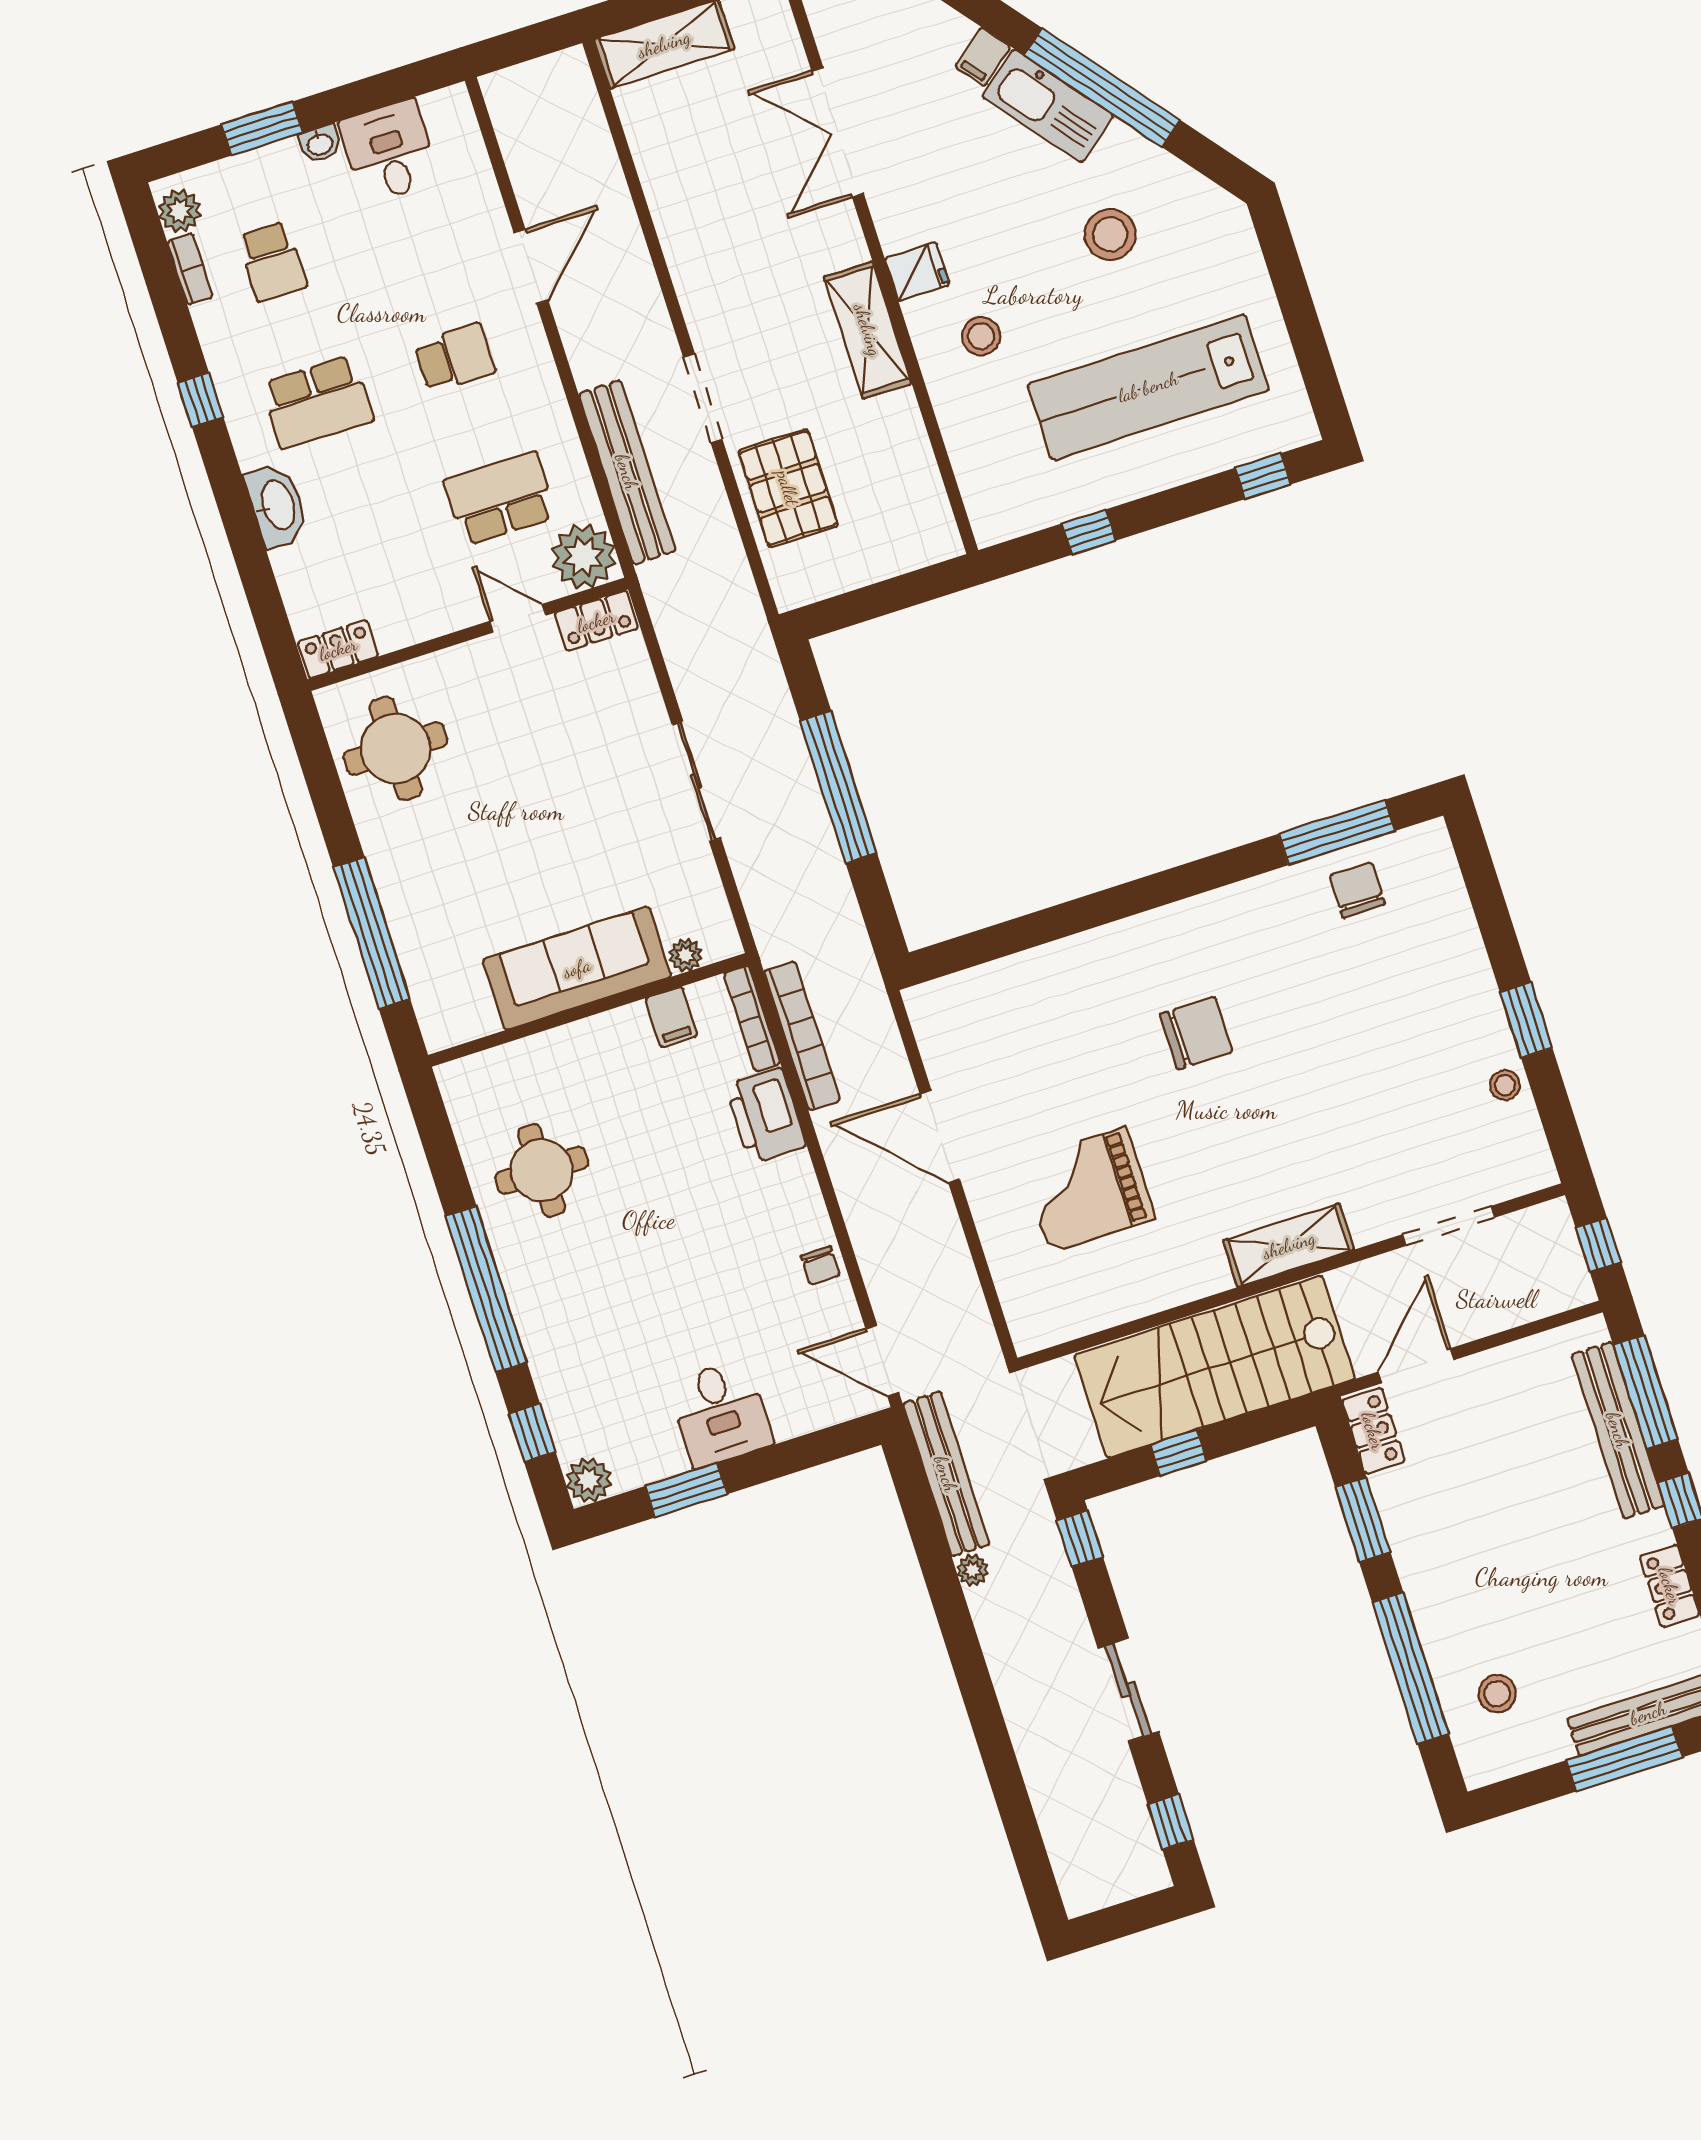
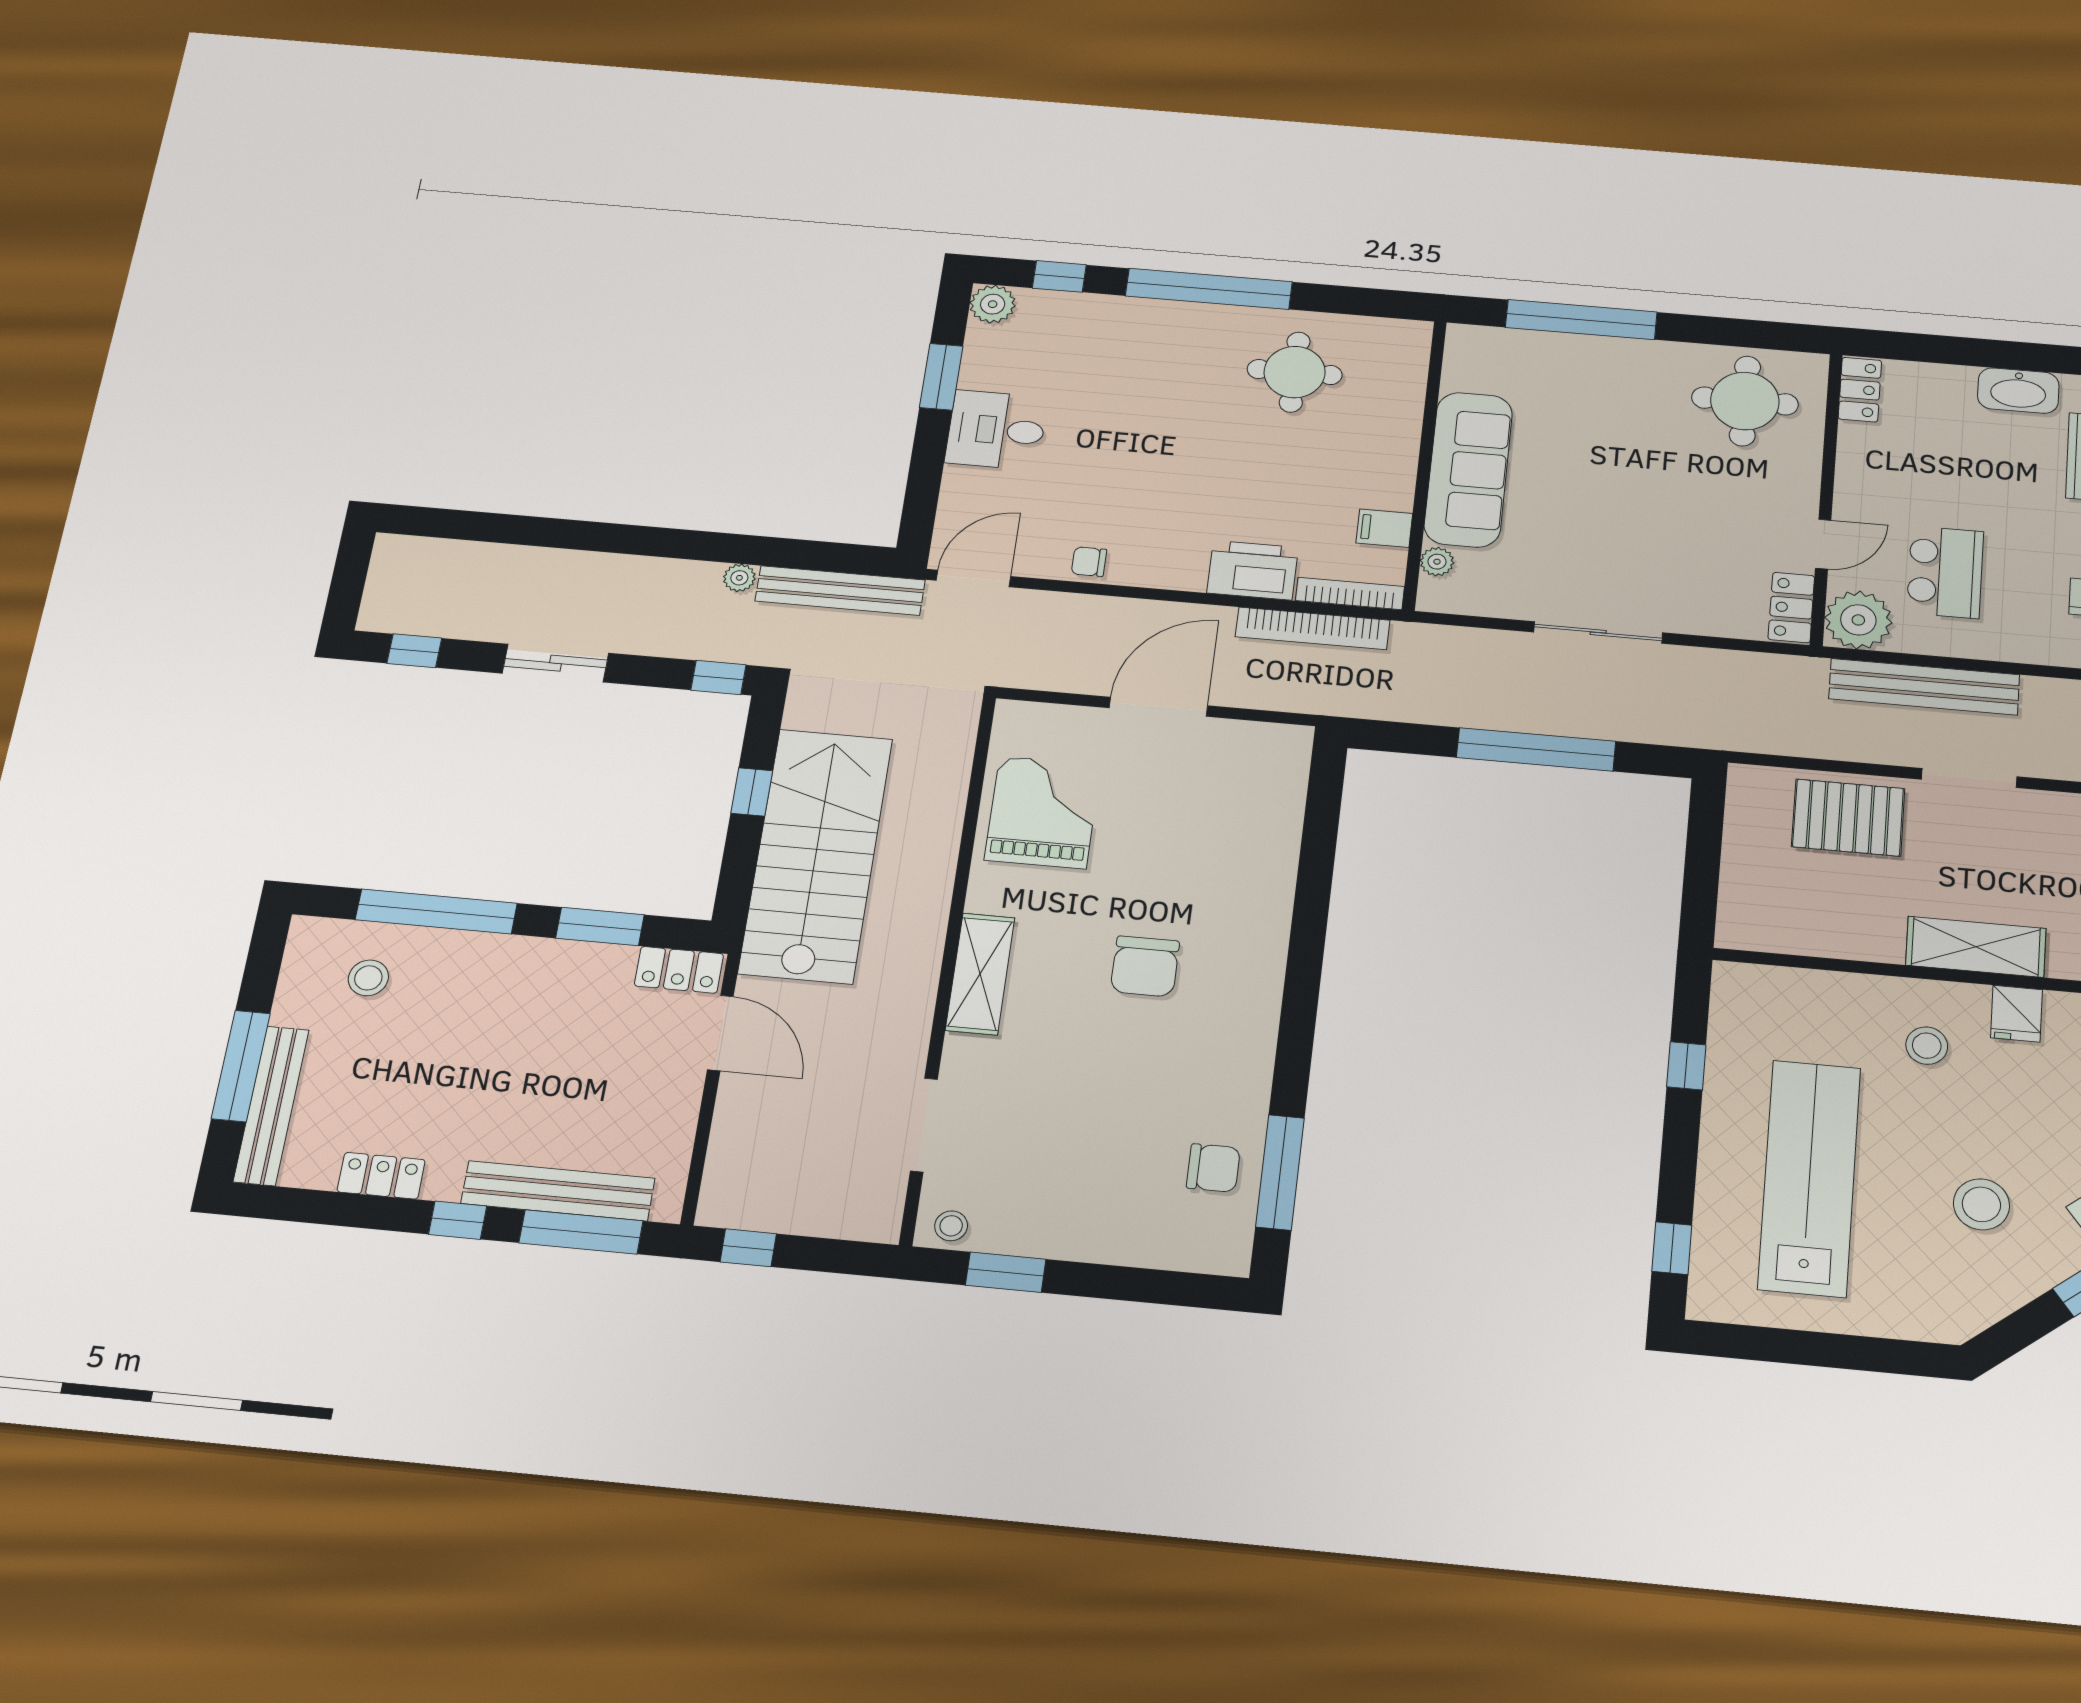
doorway: (1448, 1226) -> (924, 1125), moved
shelving: (1289, 1245) -> (980, 974), moved
wall: (1291, 1276) -> (949, 964), moved

